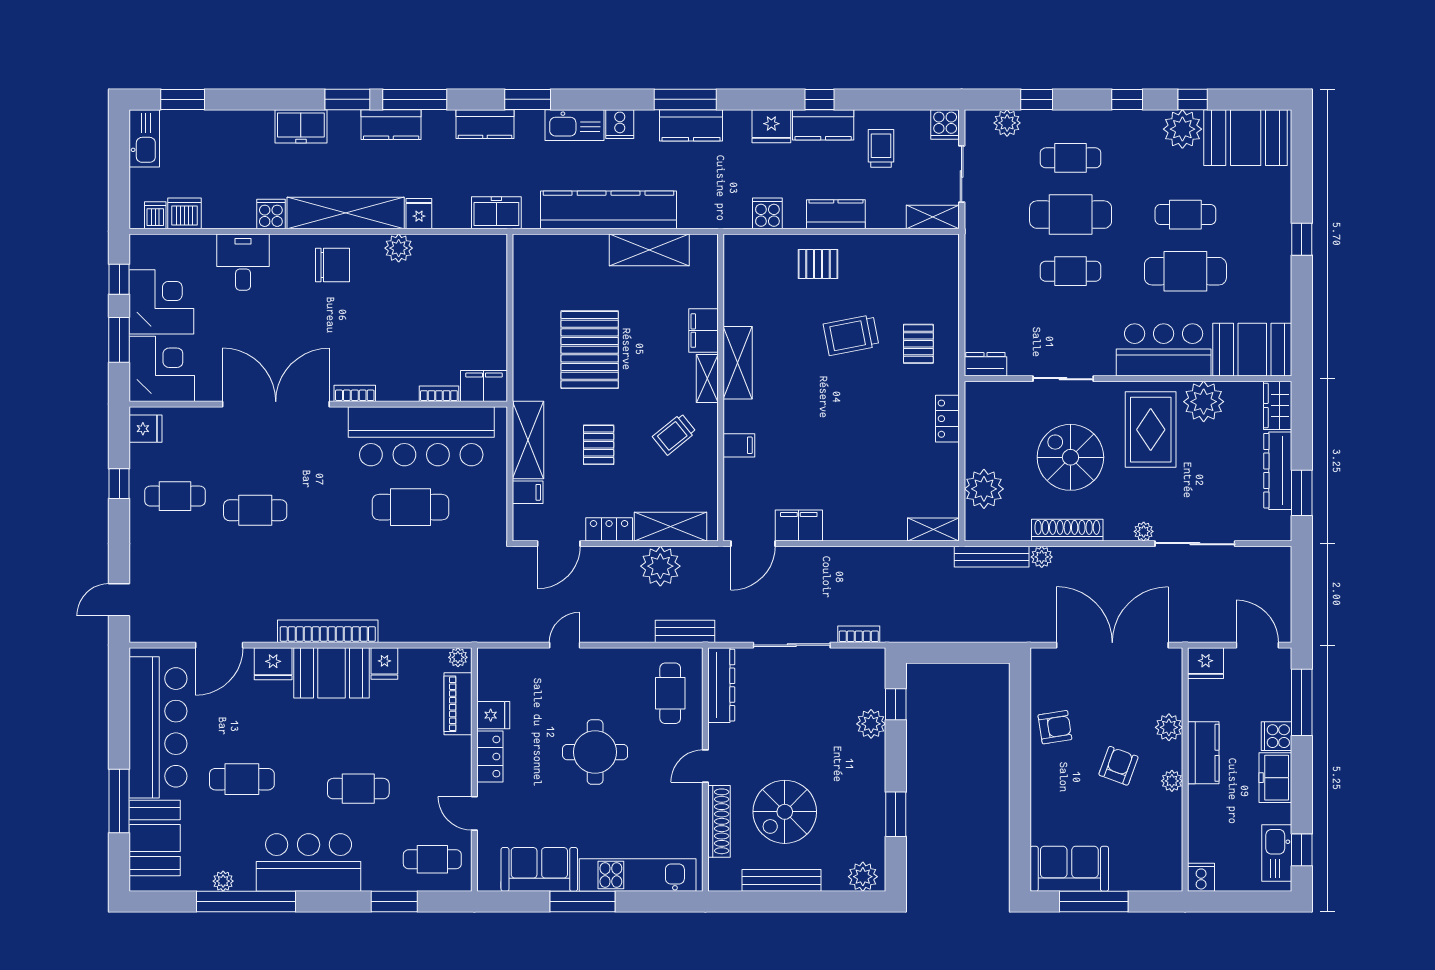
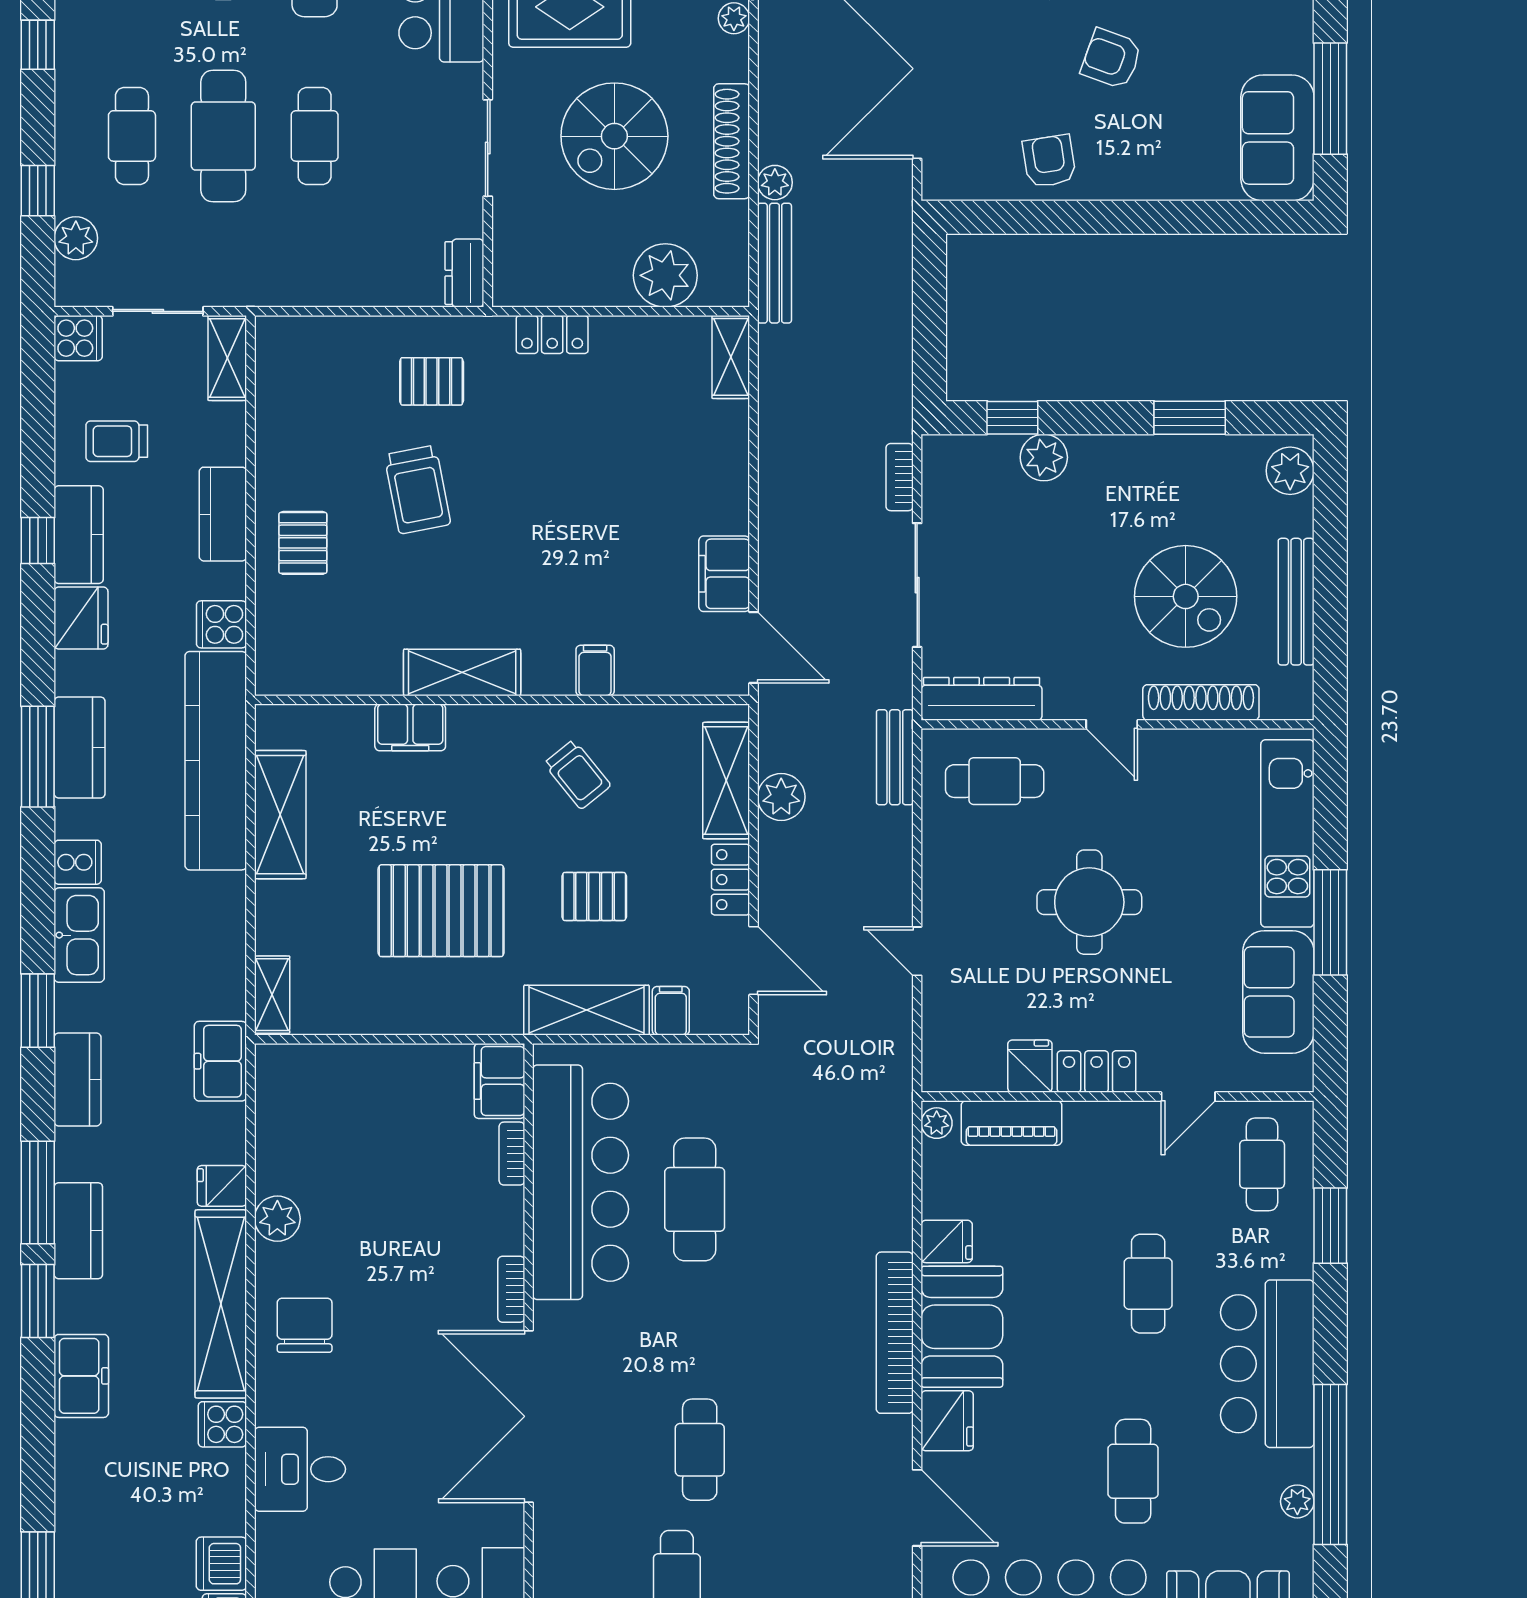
kitchen counter: (609, 210) -> (216, 761), moved
shelving: (707, 379) -> (272, 995), moved, turned 90
plant: (660, 566) -> (781, 797), width x0.73, depth x0.73

